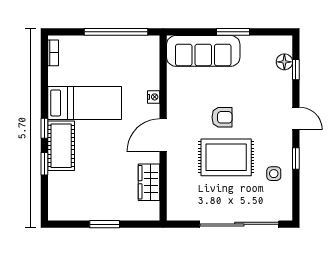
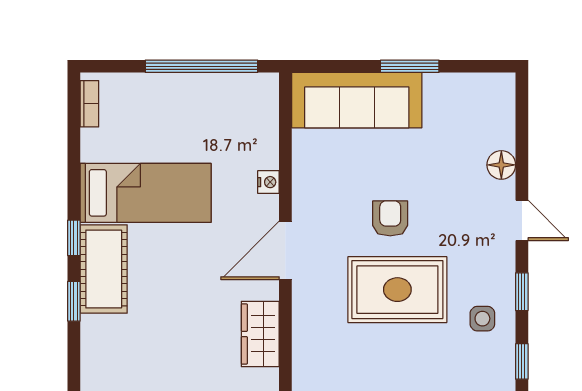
floor lamp: (284, 62) -> (501, 165), moved
window: (296, 70) -> (522, 361), moved
armchair: (222, 117) -> (390, 218), turned -90

